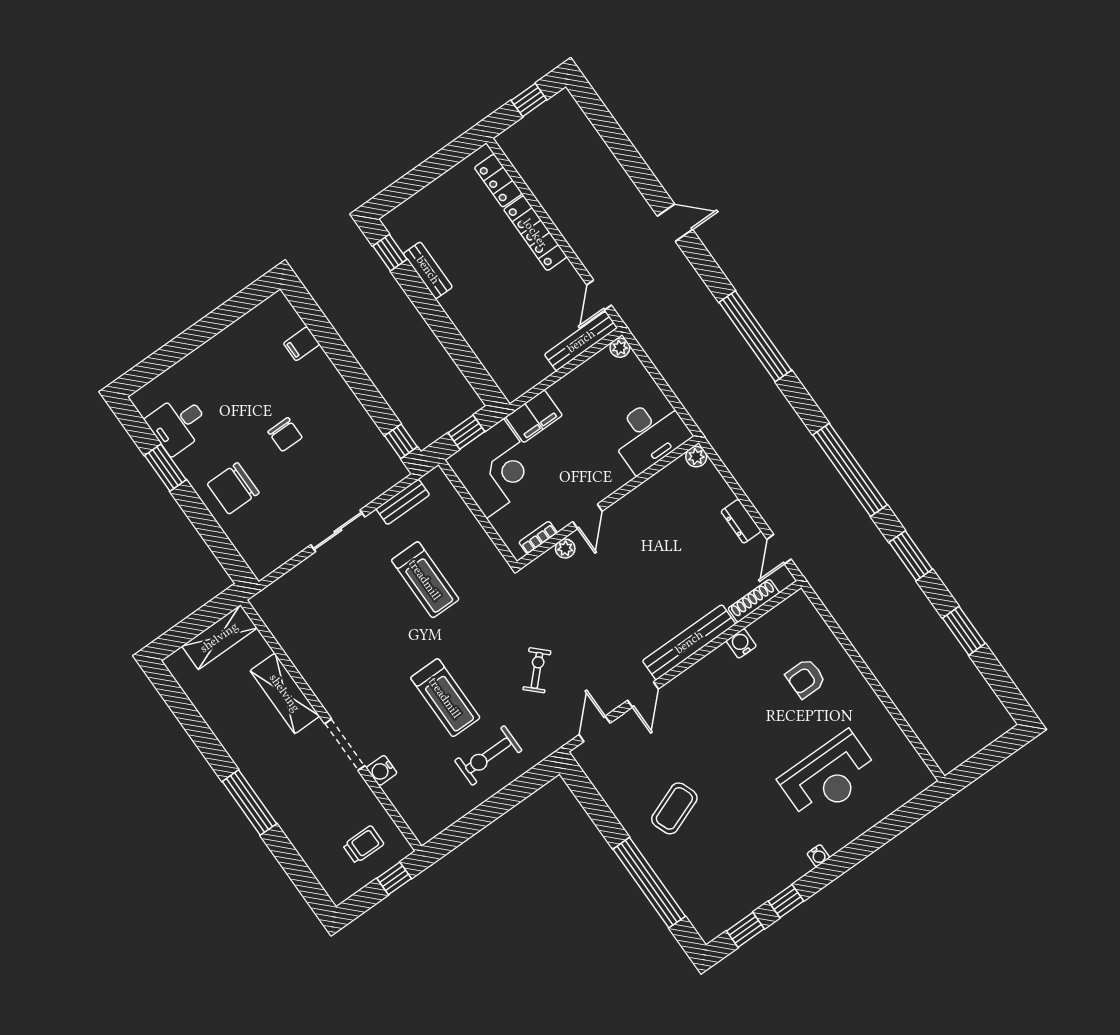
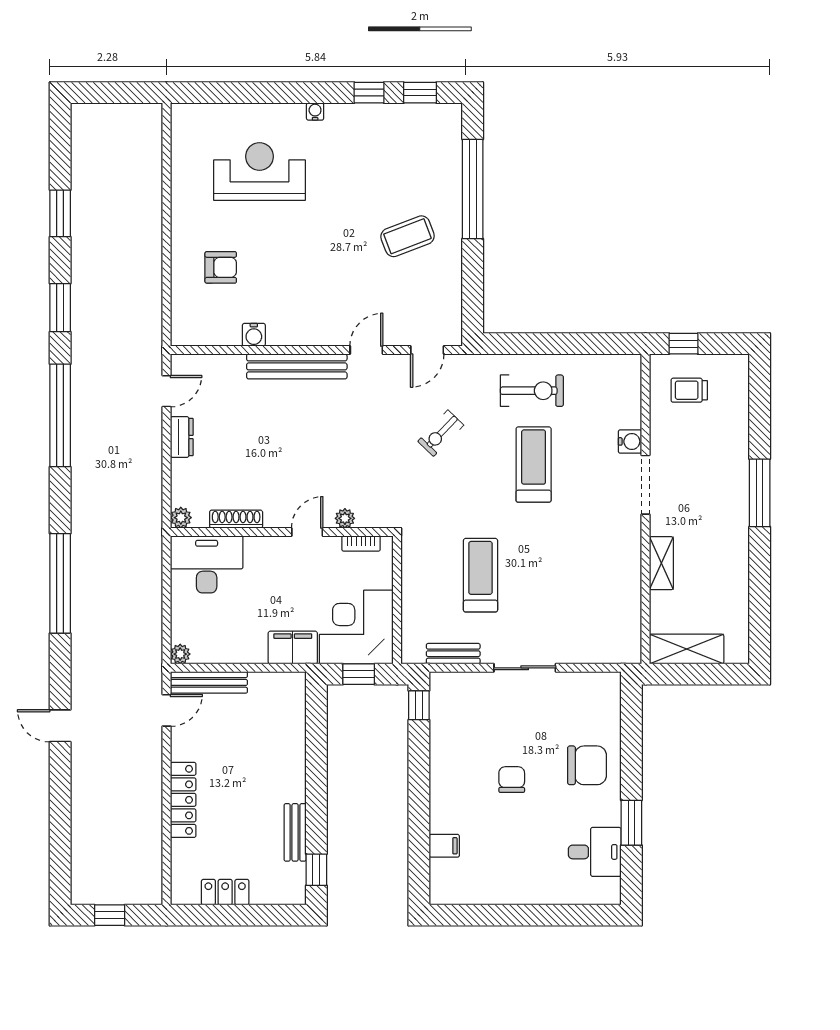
locker: (498, 181) -> (225, 892), moved, turned -90
shoe rack: (754, 601) -> (236, 519), moved, turned 180
shelving: (285, 693) -> (661, 563), width x0.67, depth x0.75

